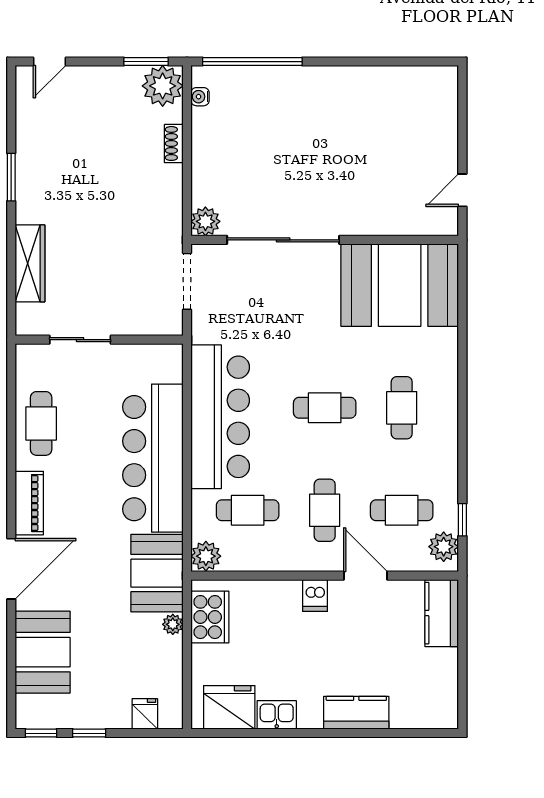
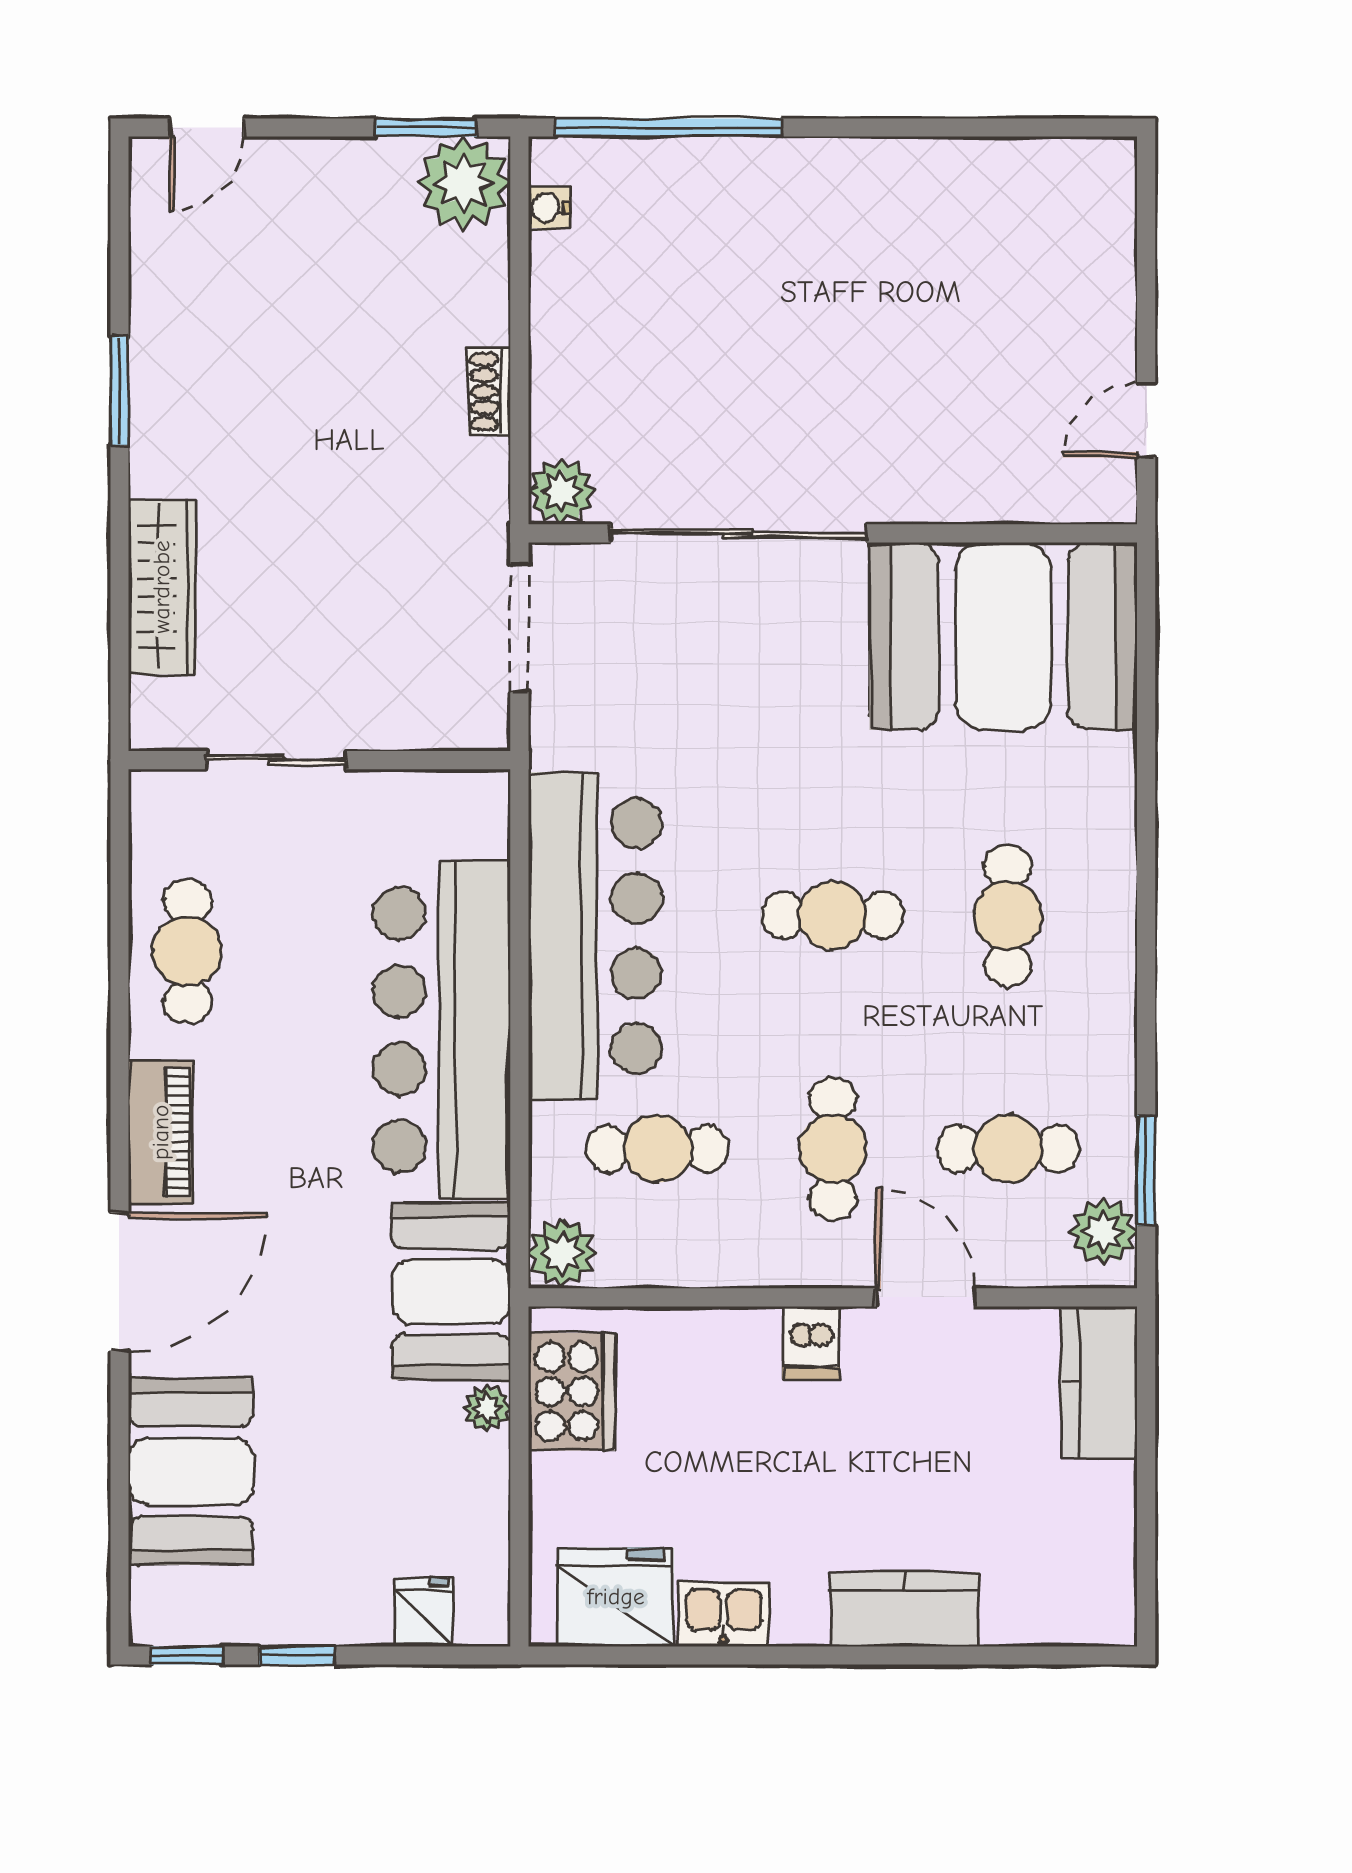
shoe rack: (174, 143) -> (489, 392), moved
window: (462, 520) -> (1146, 1170), width x1.50

